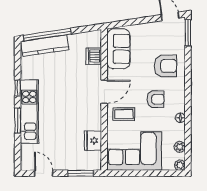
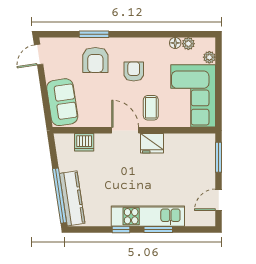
window: (188, 33) -> (94, 34), moved
sofa: (118, 49) -> (62, 102), moved, turned 82
armchair: (166, 66) -> (95, 60), turned 180
floor lamp: (180, 118) -> (175, 43), moved
fridge: (93, 141) -> (152, 143), moved
plant: (180, 165) -> (209, 57), moved

